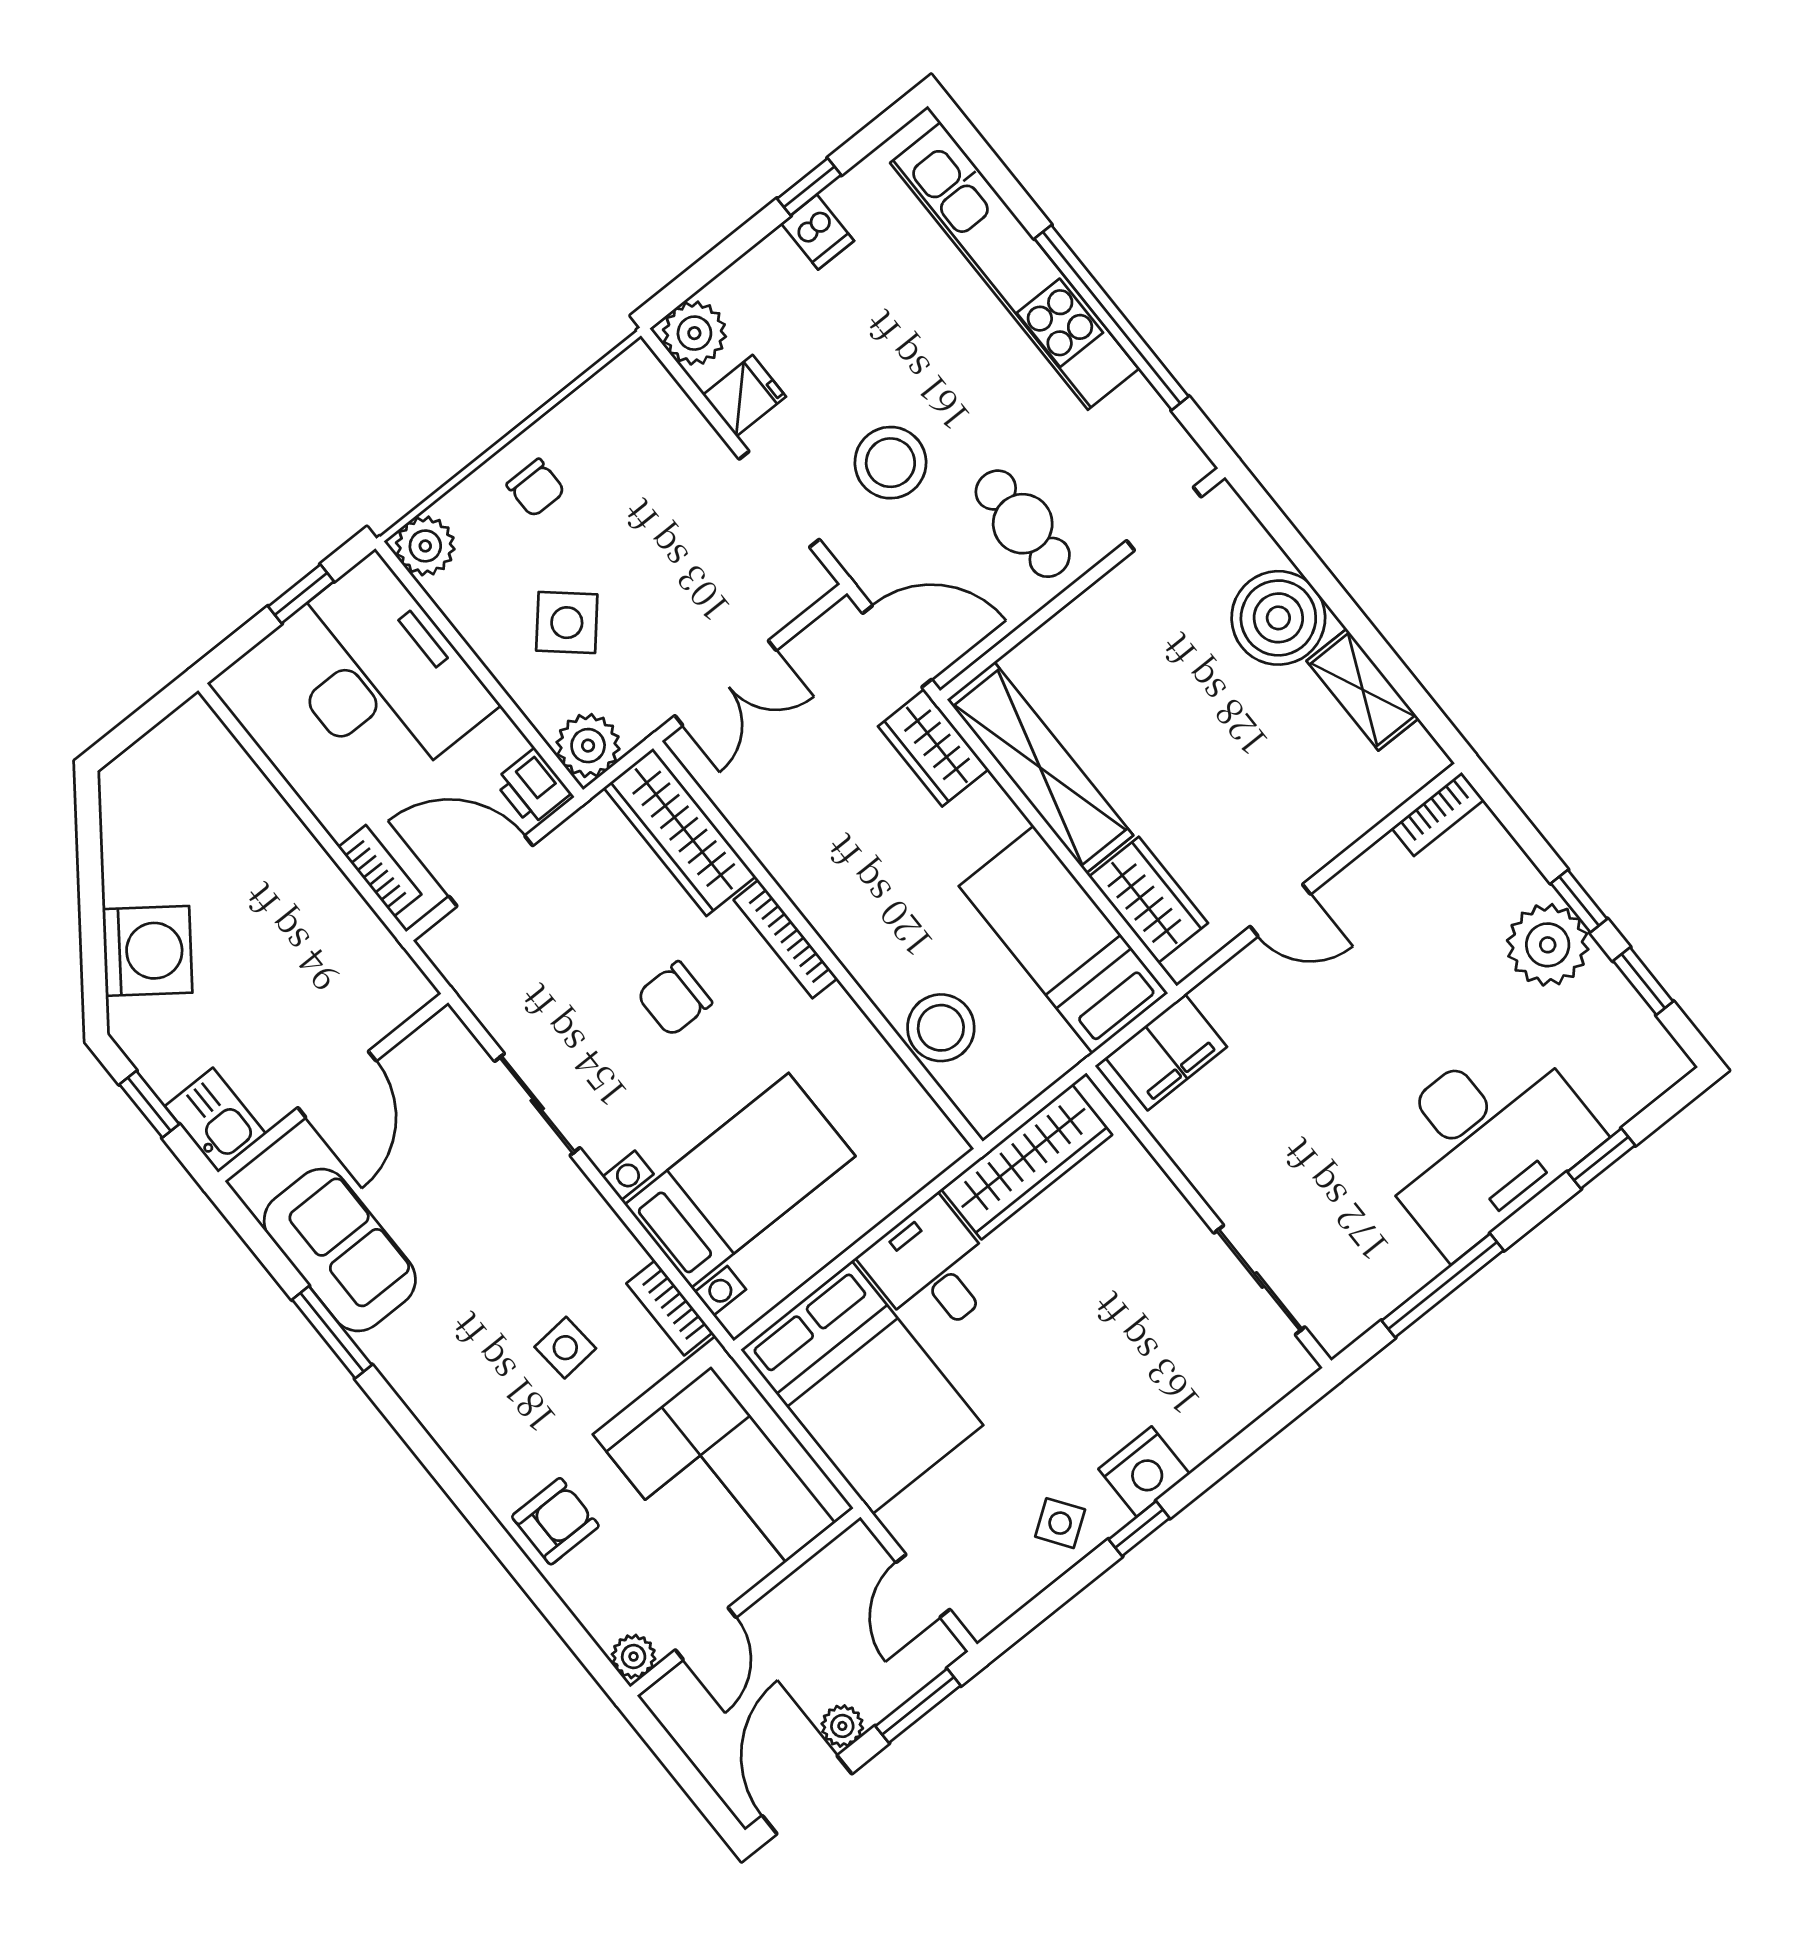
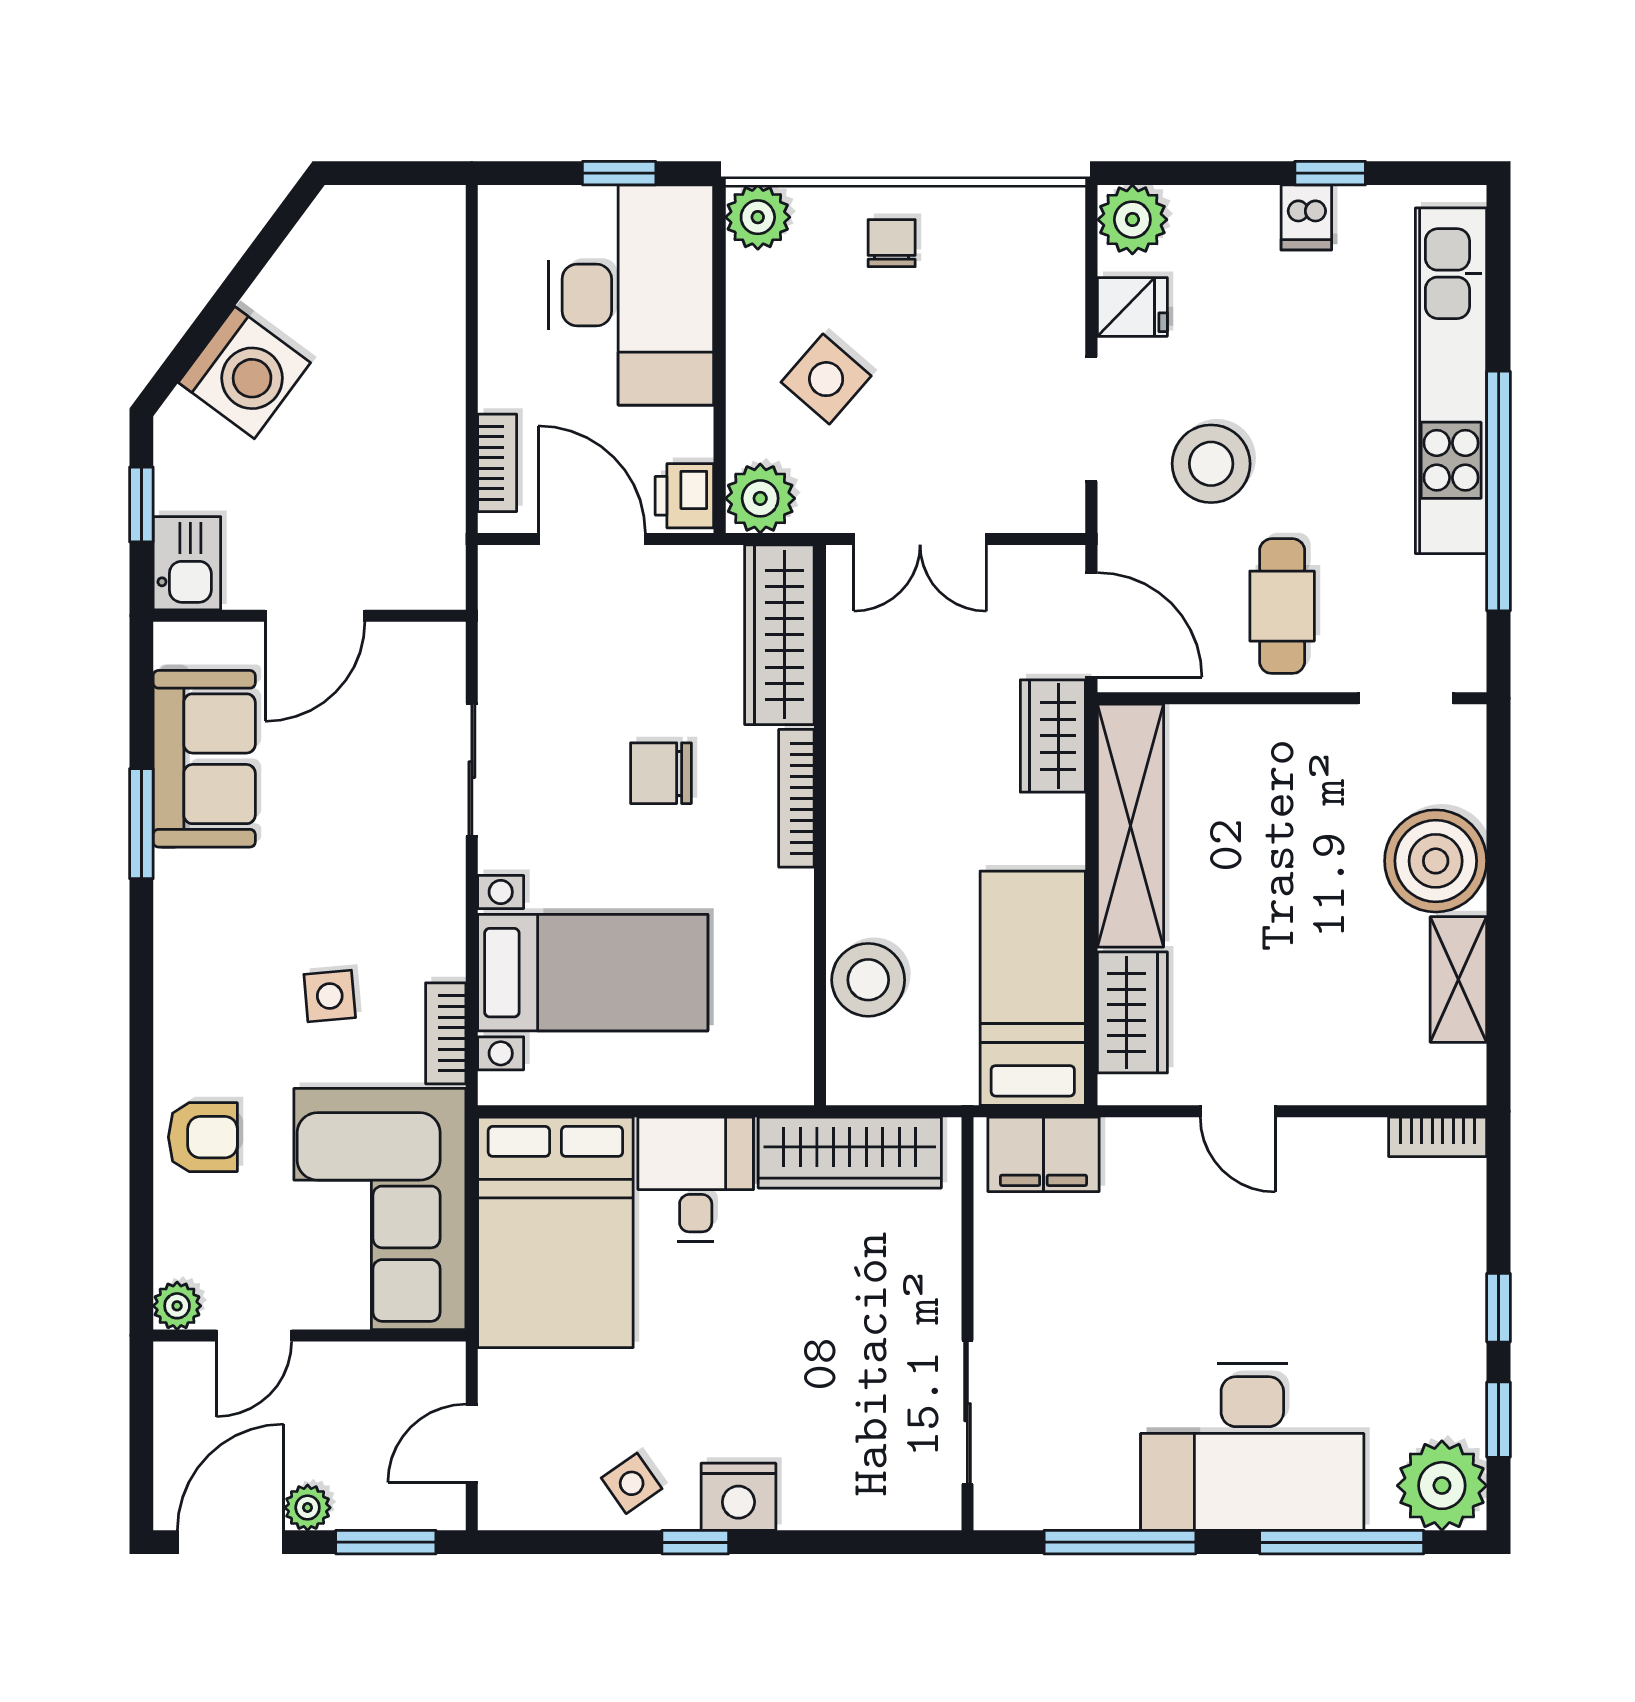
chair: (536, 488) -> (892, 243), turned 180
plant: (1548, 945) -> (1442, 1486), moved
window: (1601, 1159) -> (1342, 1542), width x2.17

